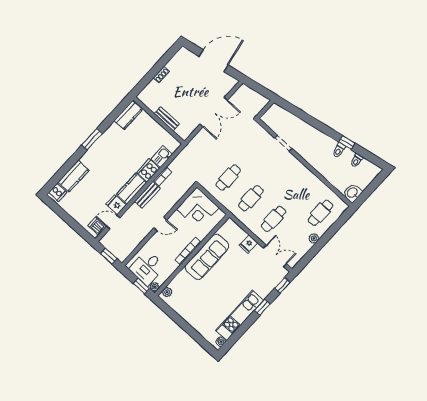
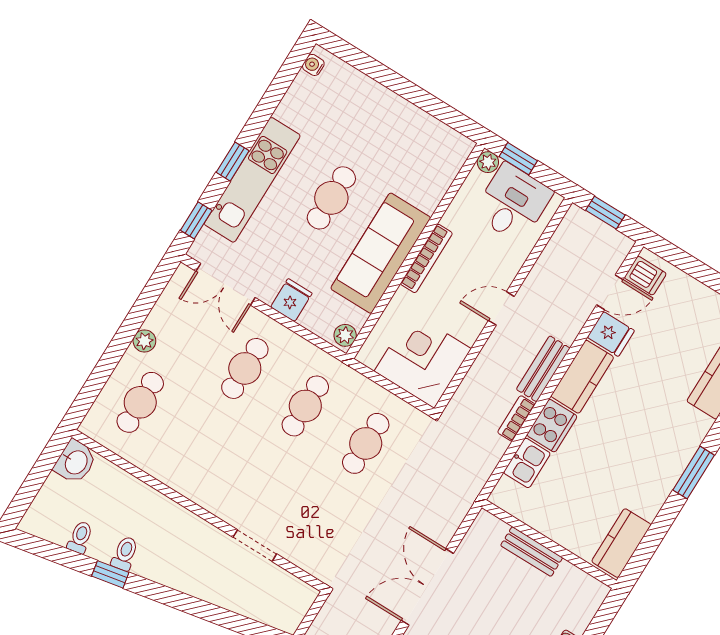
cafe table: (223, 284) -> (331, 198), added
plant: (167, 292) -> (345, 335), moved
kitchen unit: (240, 315) -> (252, 180), moved

